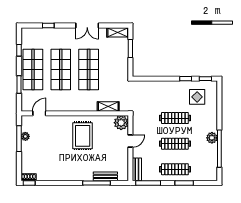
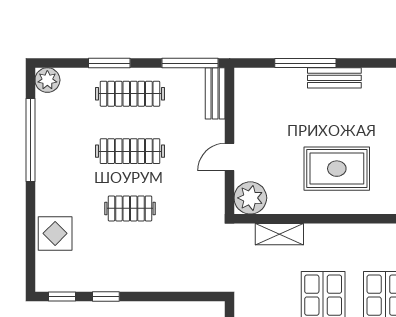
display table: (197, 97) -> (55, 233), moved
clothes rail: (175, 118) -> (130, 208), width x0.73
rug: (83, 136) -> (337, 169), turned 90
plant: (212, 138) -> (47, 80), moved
bench: (105, 176) -> (334, 78), moved

